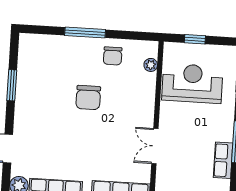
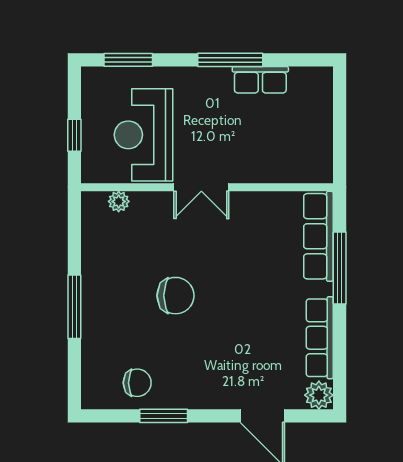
chair: (113, 56) -> (137, 383), moved
double door: (155, 146) -> (201, 187), moved

